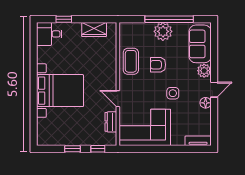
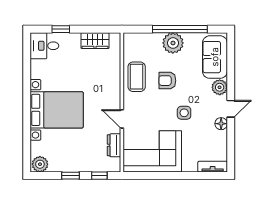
plant: (45, 139) -> (40, 164), added

